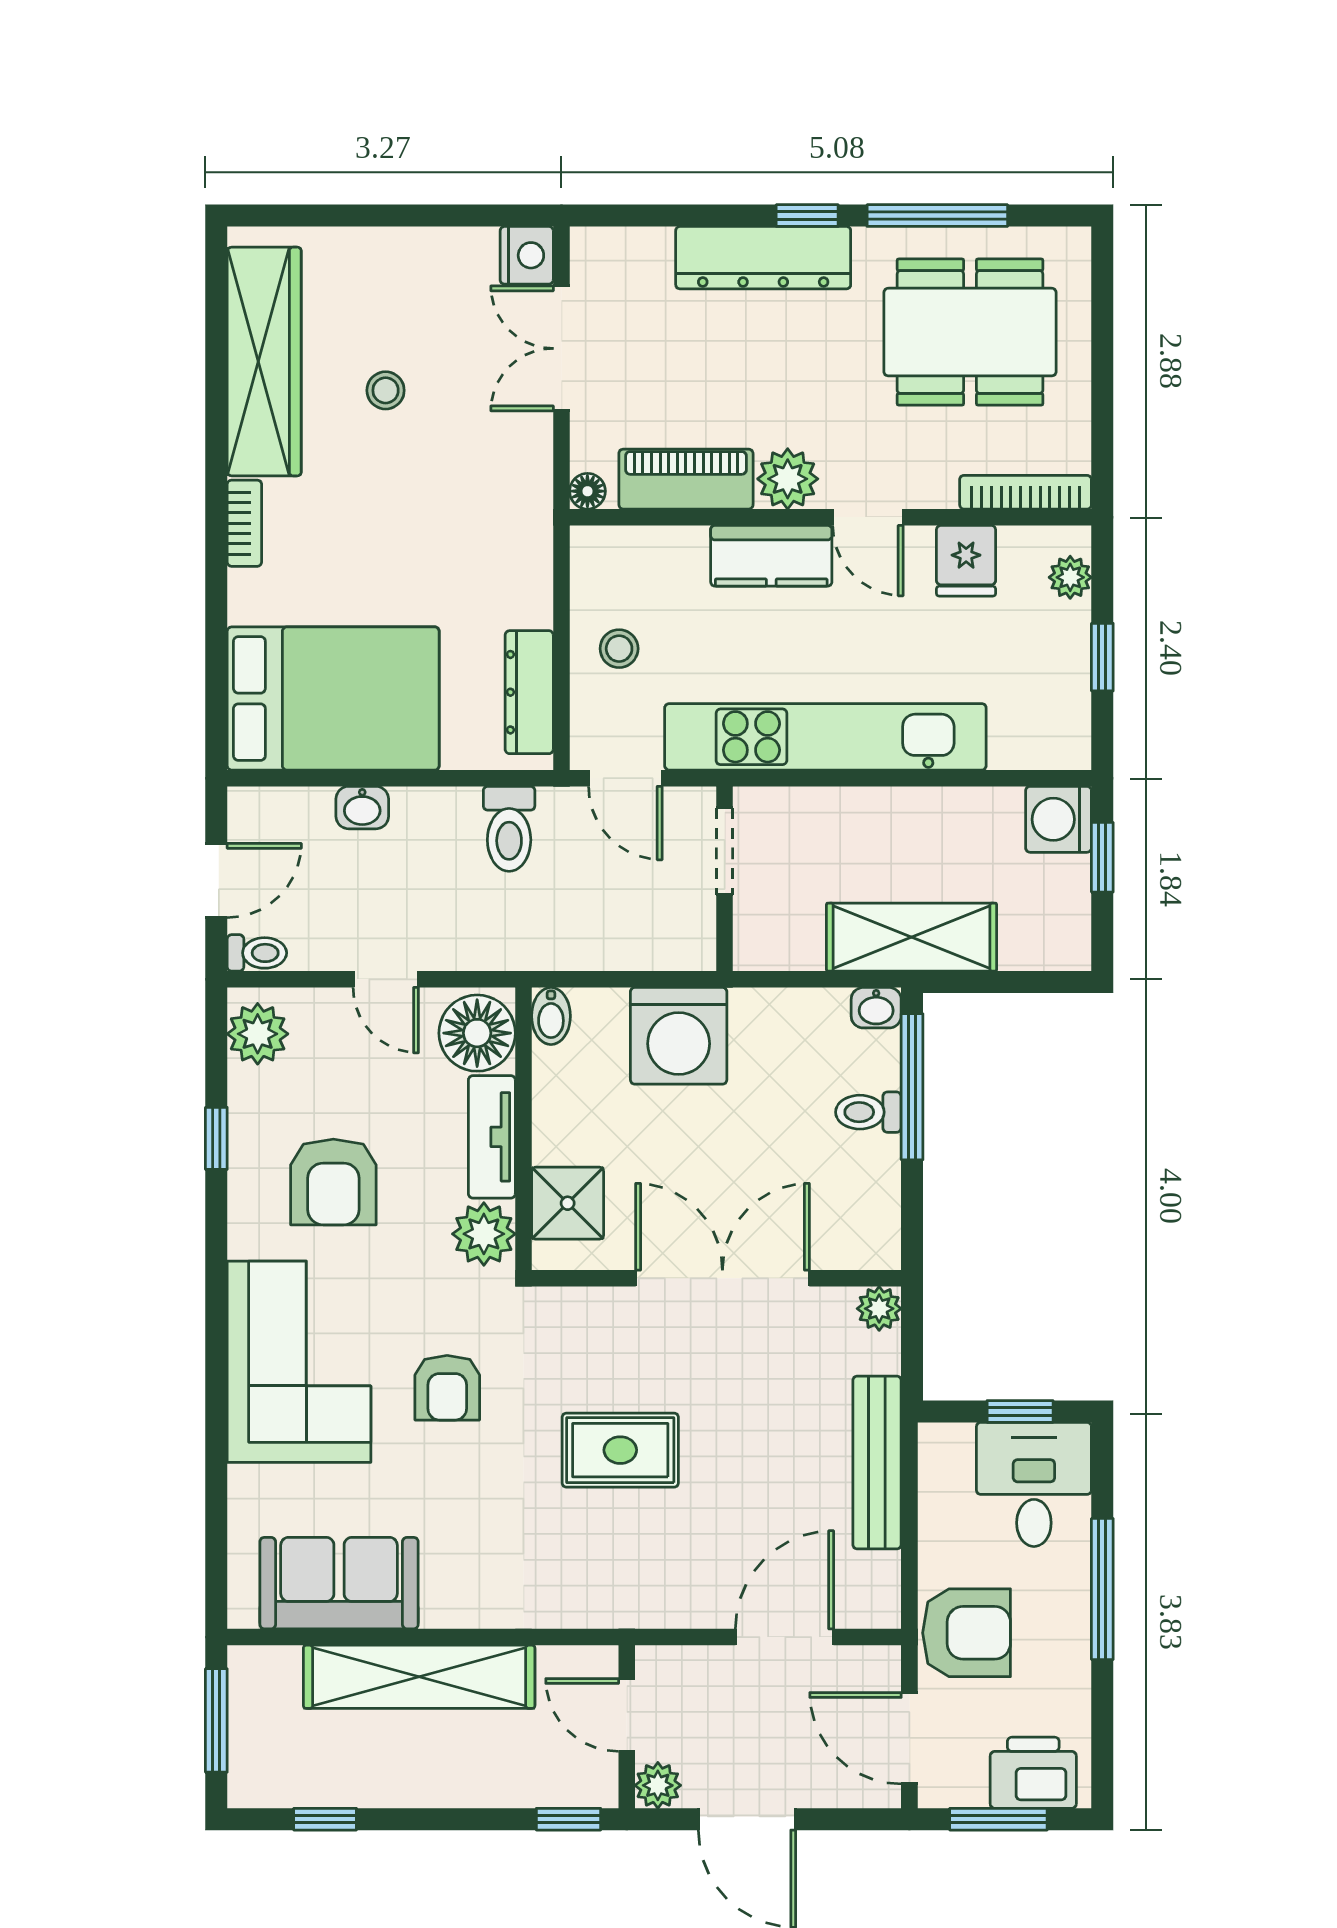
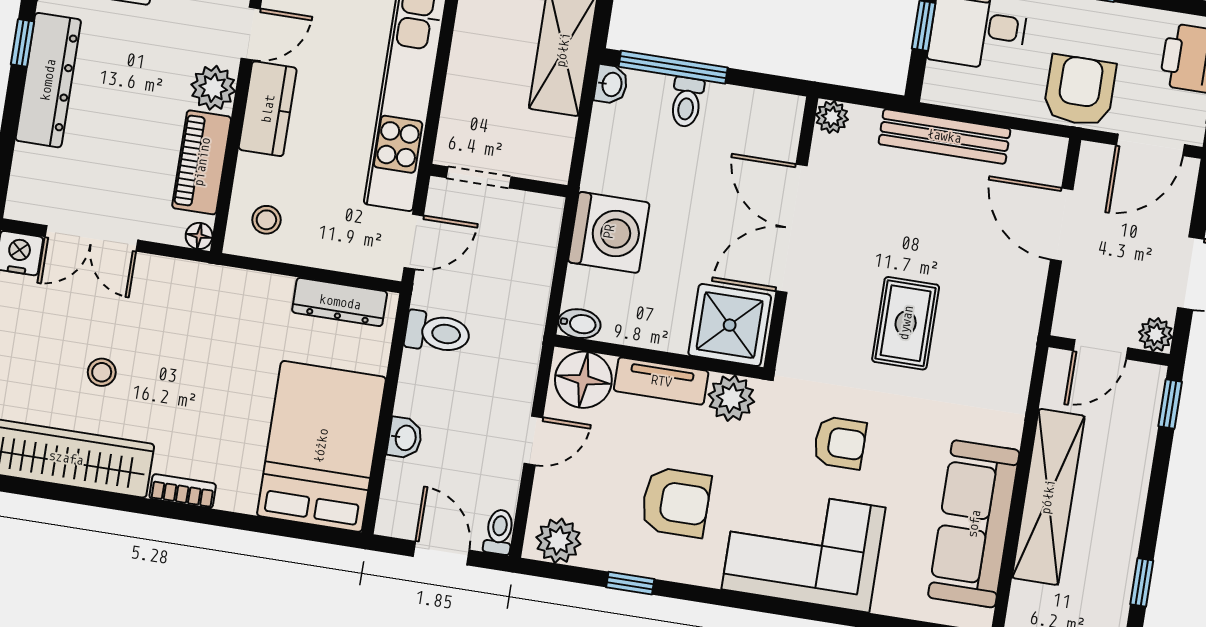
stool: (619, 649) -> (266, 220), moved
shower: (568, 1203) -> (730, 325), width x1.36, depth x1.36
sofa: (339, 1583) -> (974, 524), width x1.36

